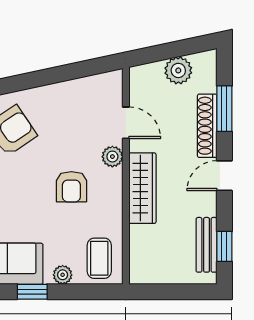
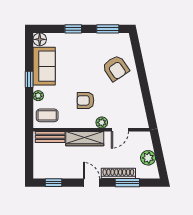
bench: (207, 245) -> (50, 137), moved

